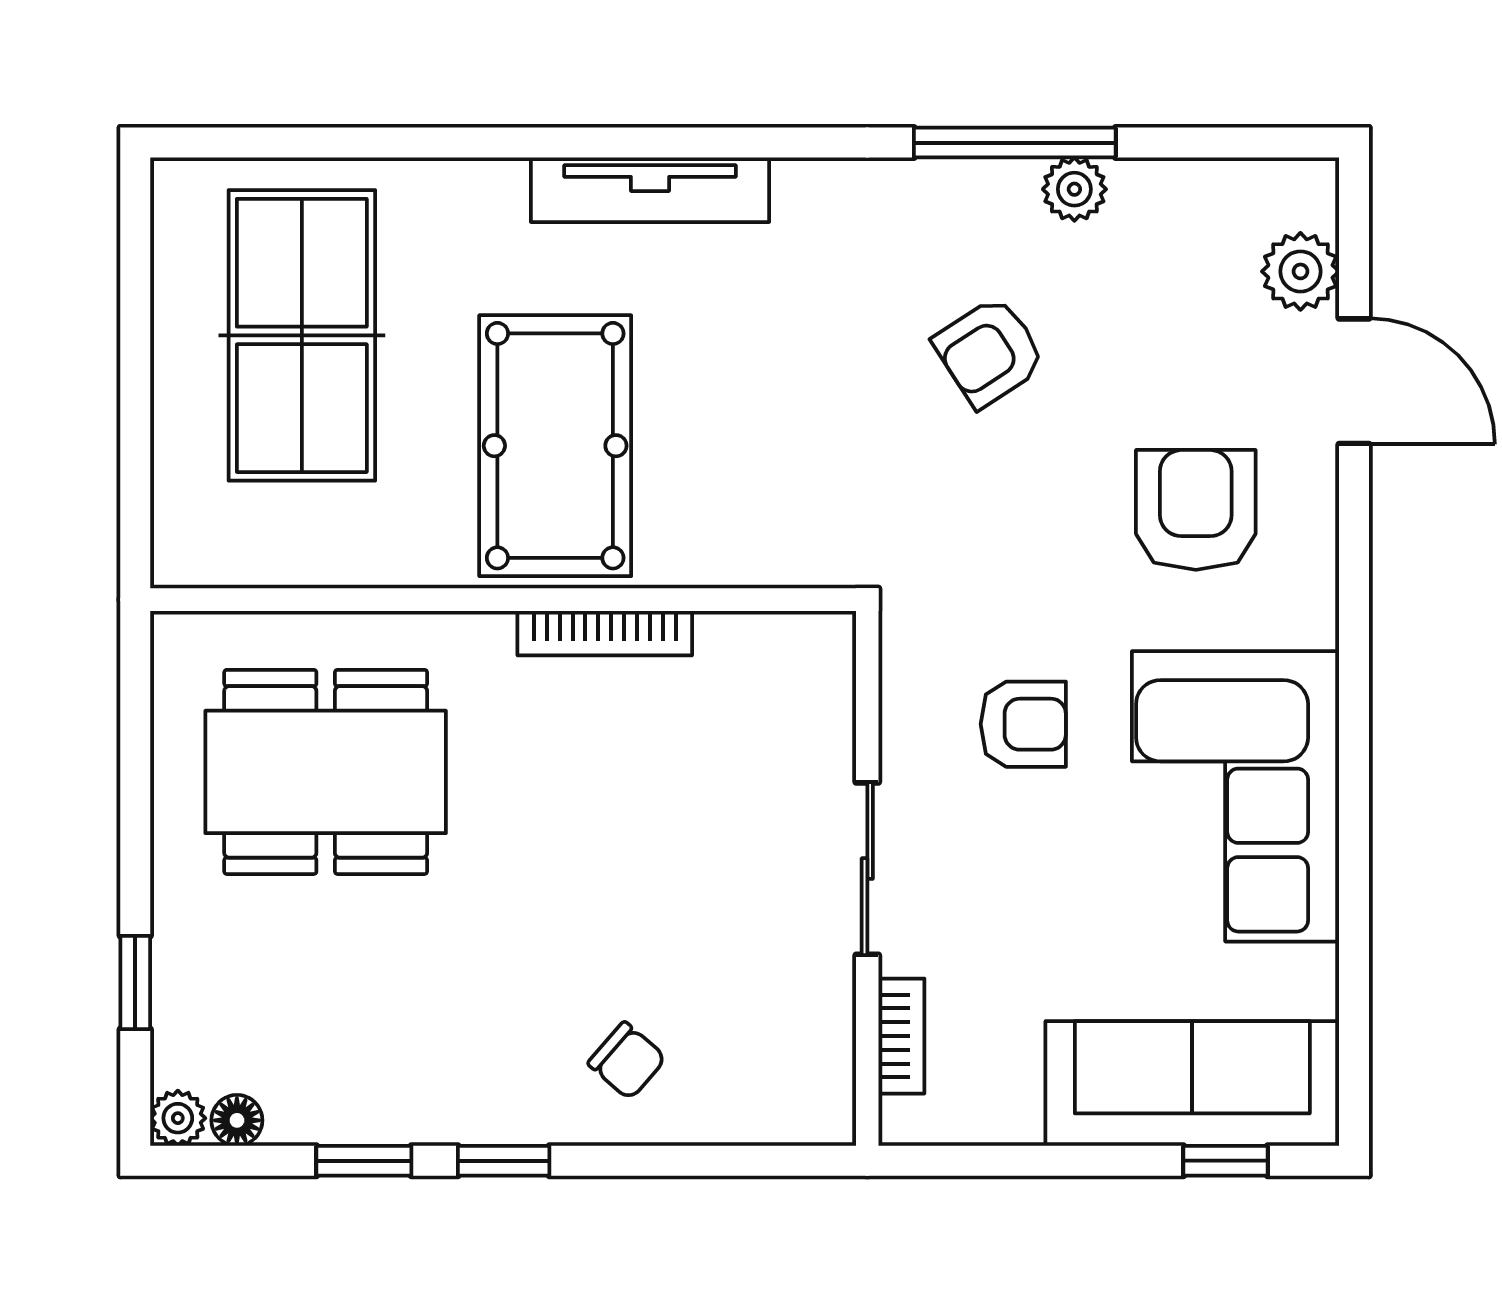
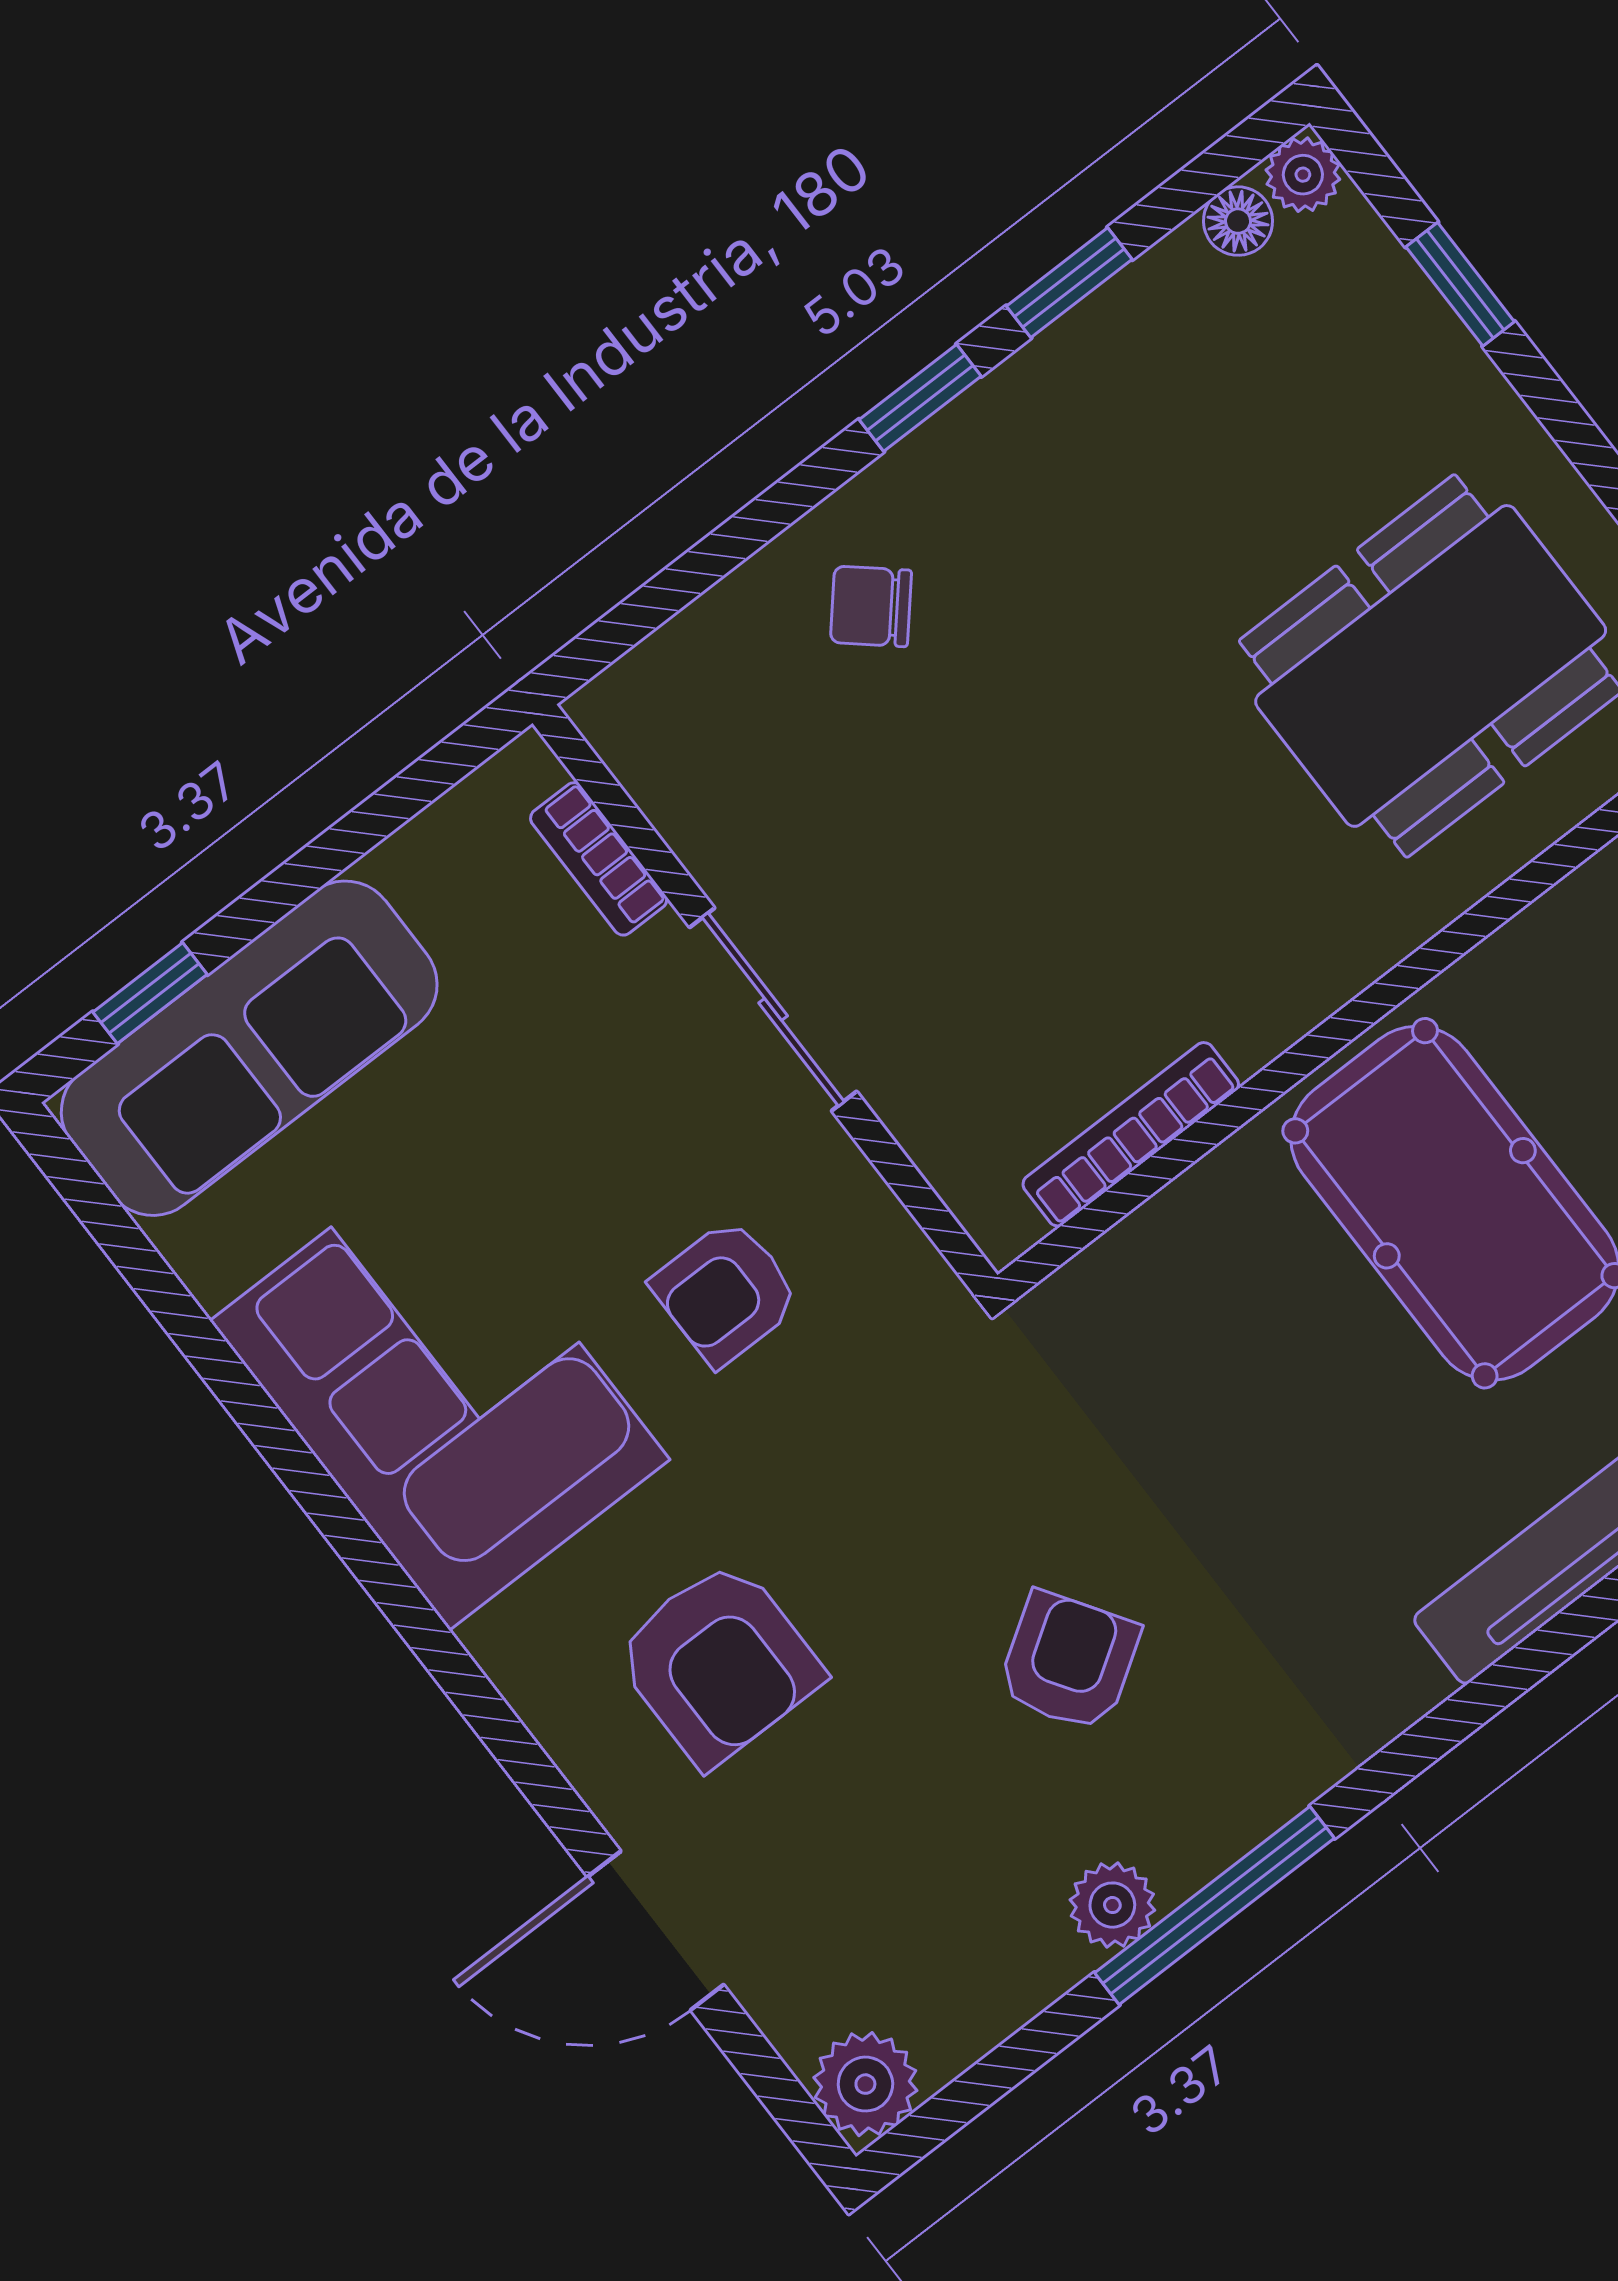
plant: (1300, 271) -> (865, 2084), moved
bookcase: (605, 633) -> (1131, 1134), moved

